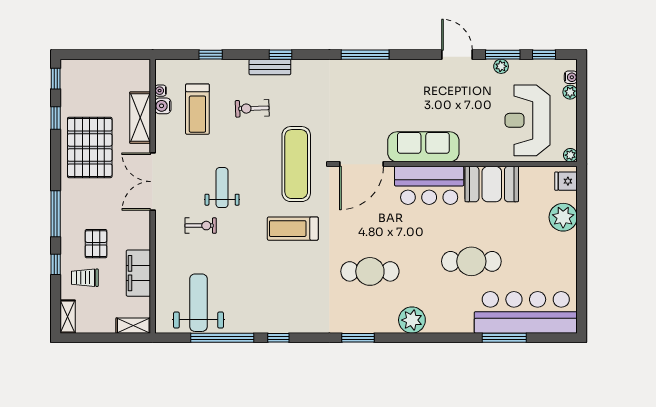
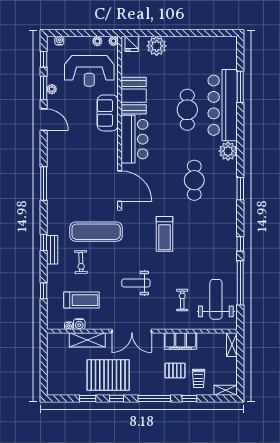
door: (457, 55) -> (44, 120), swing flipped
window: (56, 79) -> (117, 399), moved
plant: (570, 92) -> (97, 41), moved
sofa: (423, 147) -> (108, 113), moved, width x0.73
exercise mat: (296, 164) -> (96, 232), moved
exercise bike: (201, 226) -> (182, 300), moved
filing cabinet: (138, 273) -> (180, 341), moved
weight bench: (198, 303) -> (216, 299), turned 90
bar counter: (526, 312) -> (223, 105), moved

